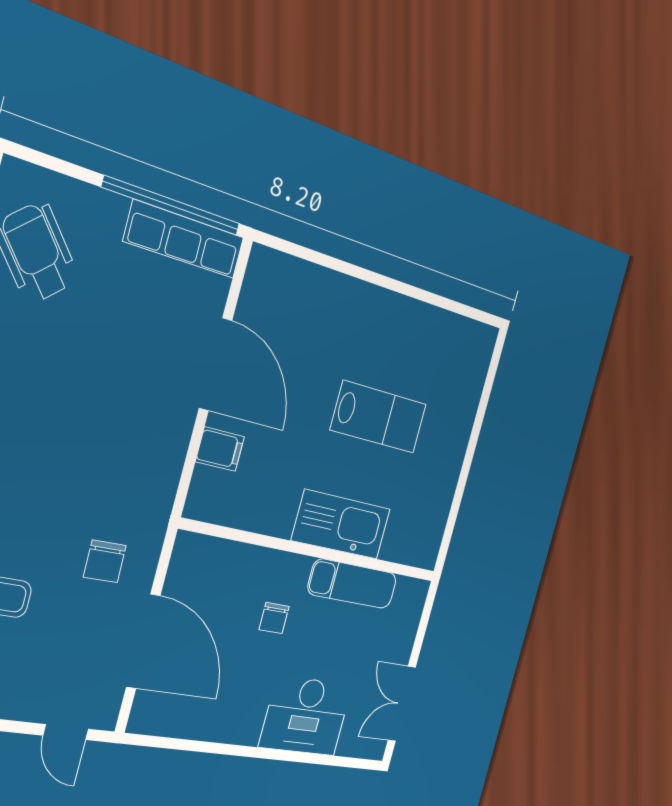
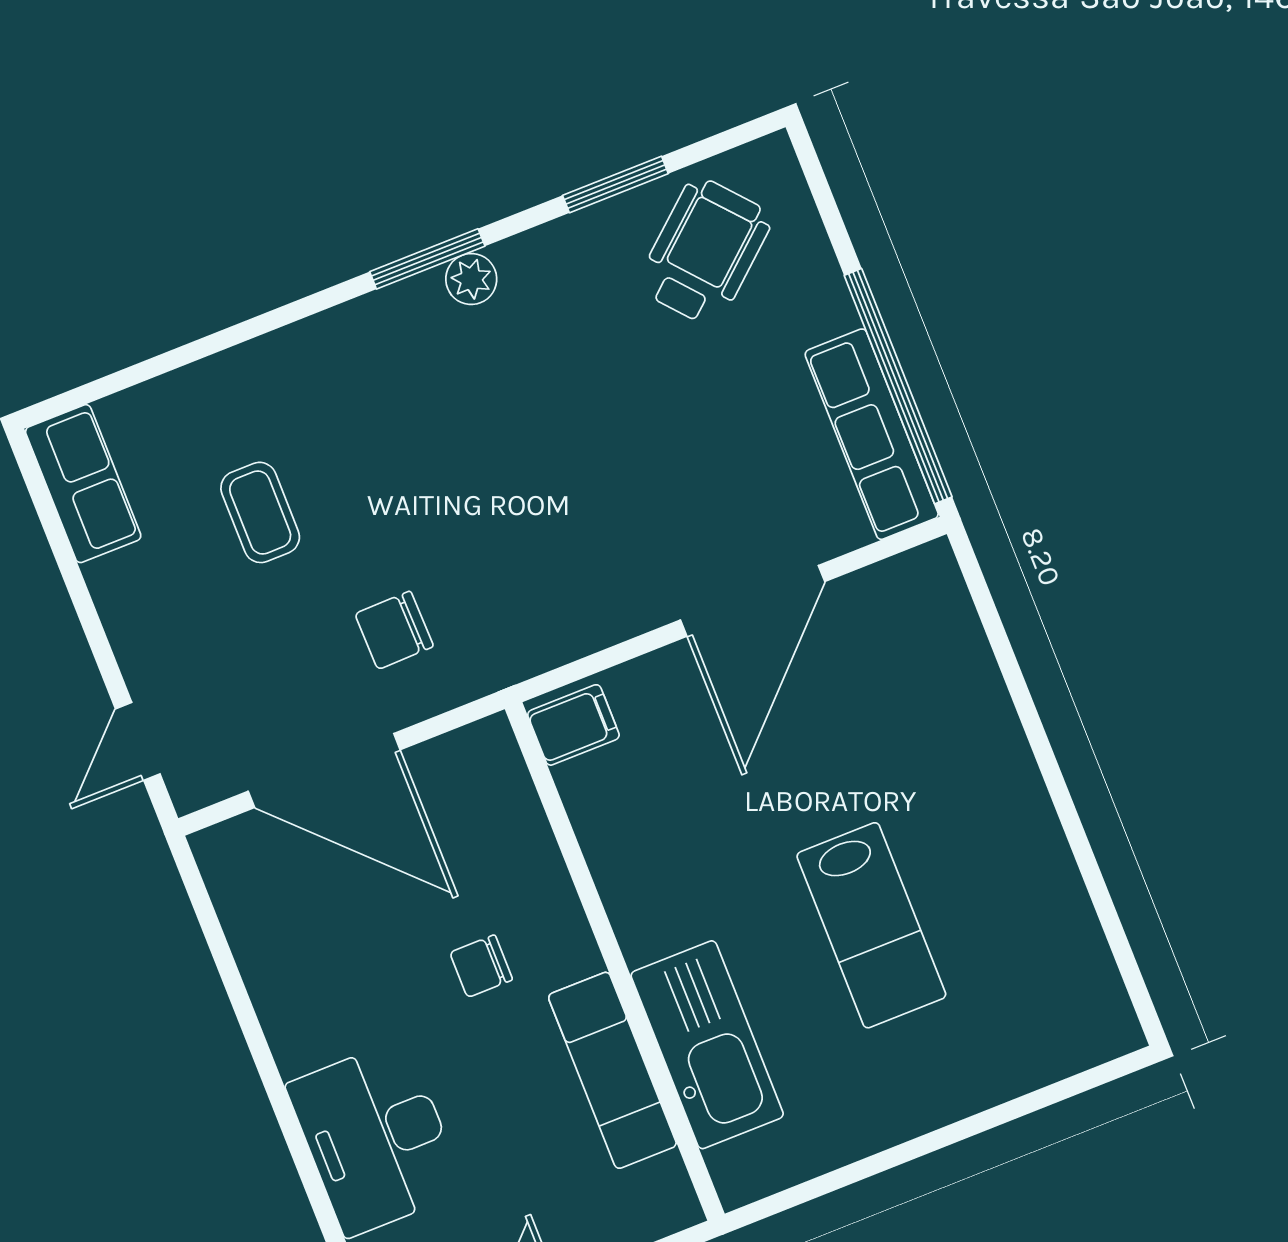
filing cabinet: (220, 449) -> (573, 725), moved, turned -90
kitchen sink: (341, 525) -> (707, 1045), moved
door: (143, 641) -> (324, 770), hinge flipped

